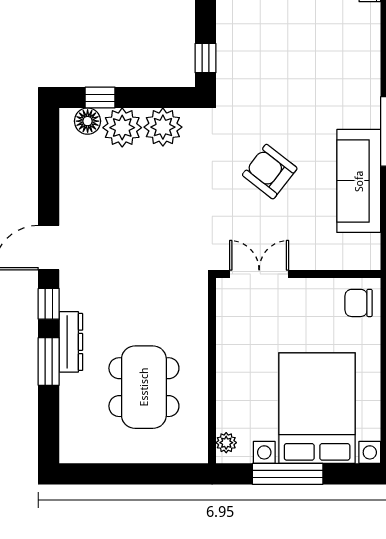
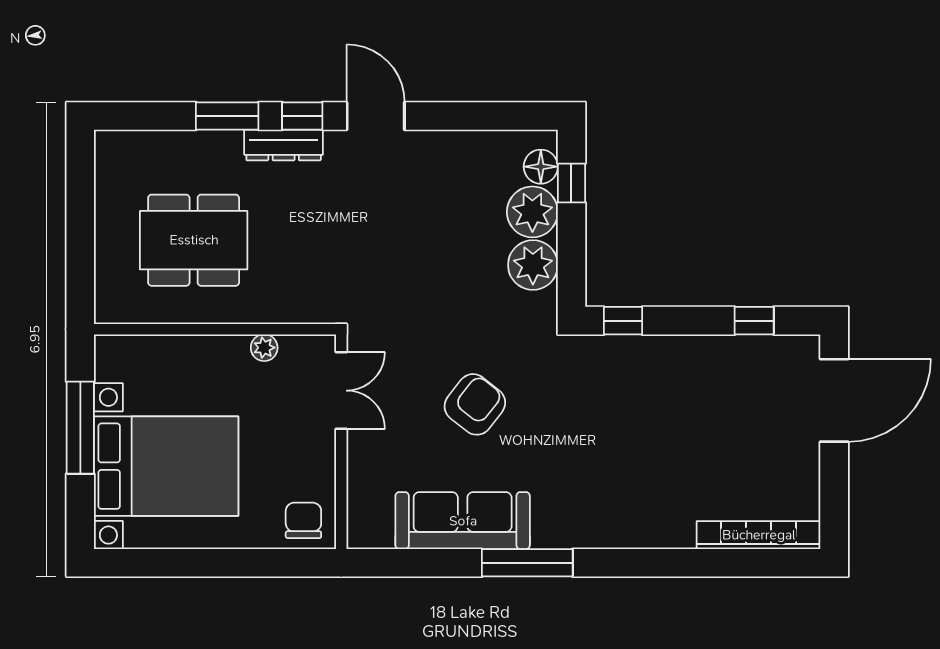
dresser: (71, 342) -> (284, 145), moved
plant: (226, 443) -> (264, 348), moved

